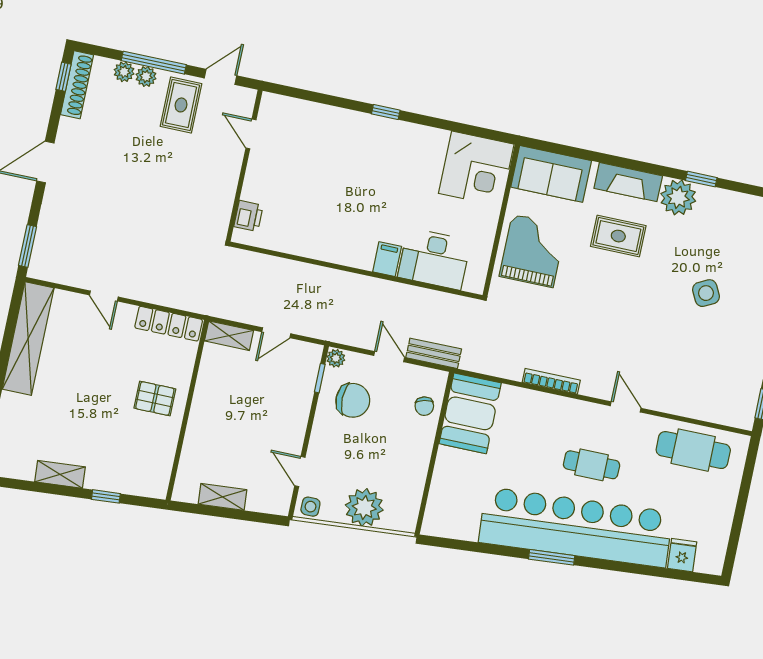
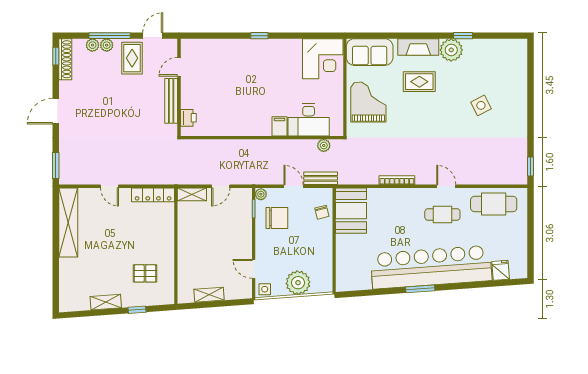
door: (251, 134) -> (179, 67), hinge flipped
bench: (228, 184) -> (171, 101), added
plant: (449, 303) -> (324, 145), added
pallet: (155, 399) -> (145, 273), moved
cafe table: (592, 465) -> (442, 215), moved

